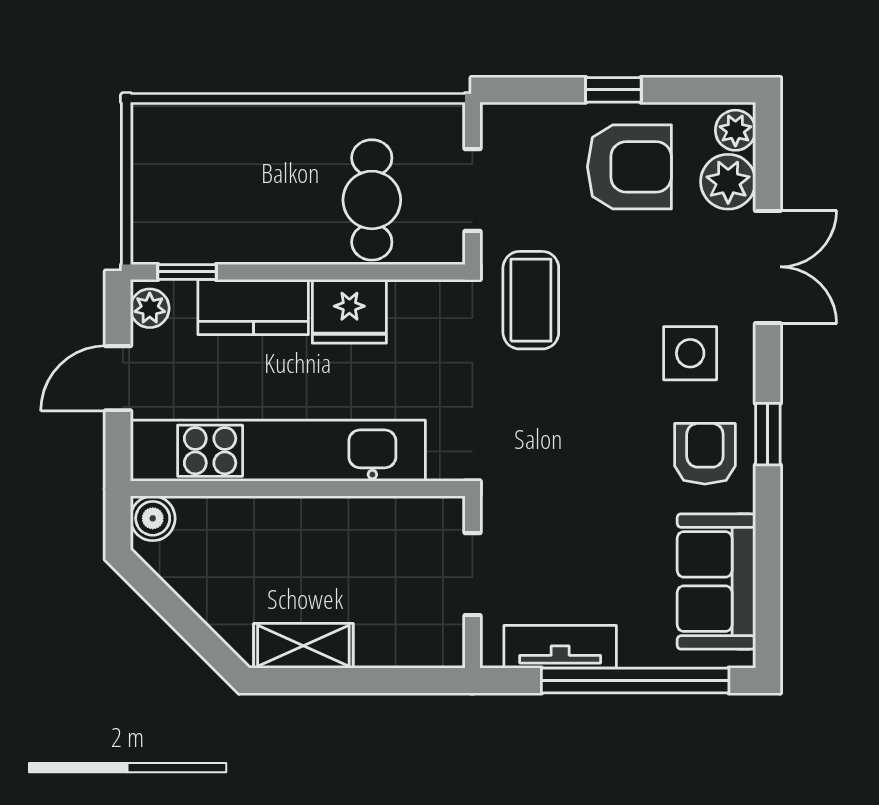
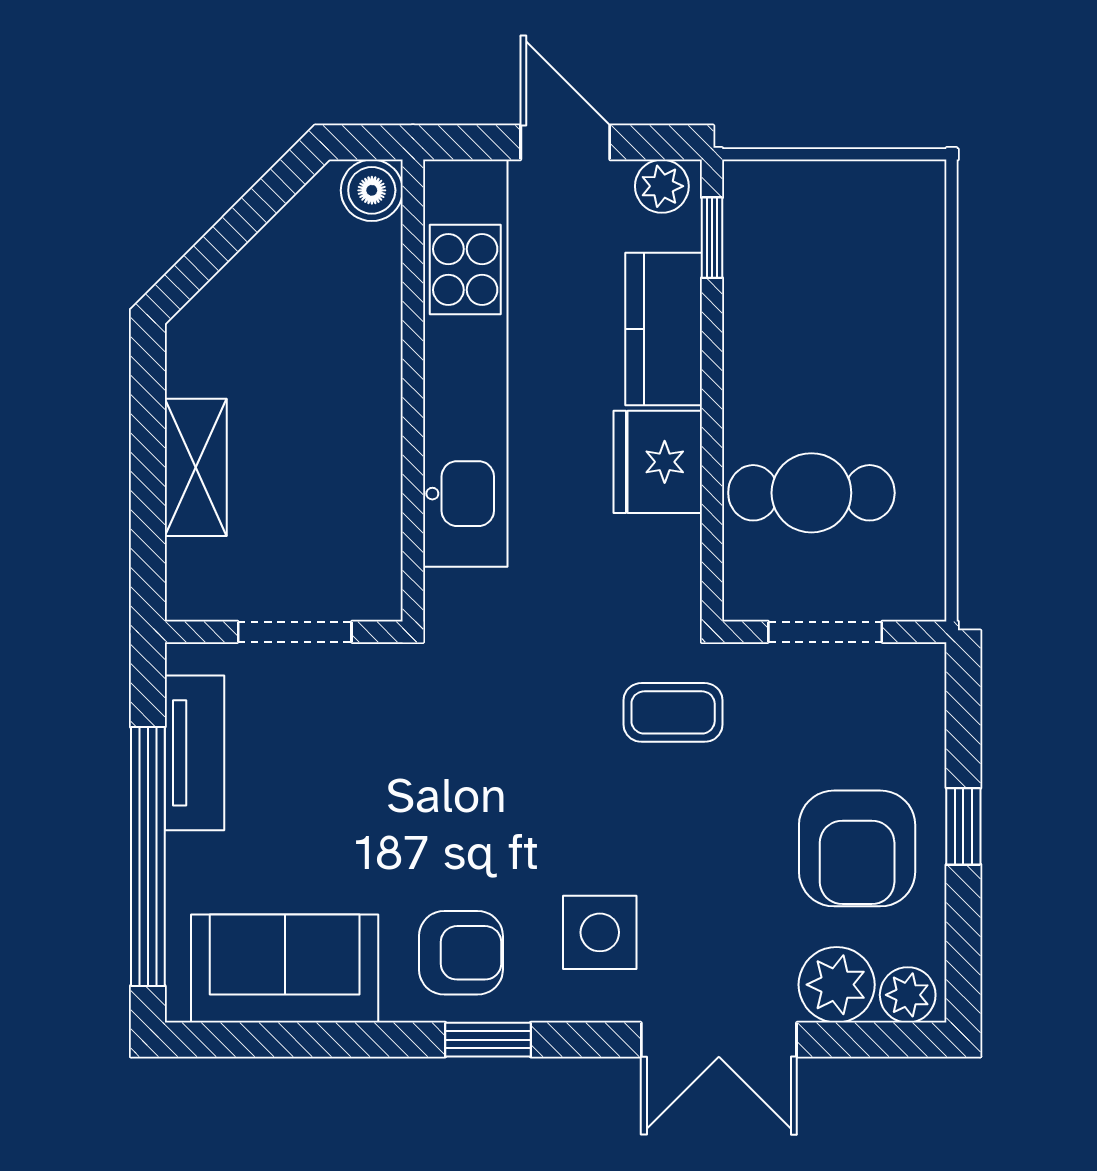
coffee table: (531, 300) -> (673, 712), width x0.73, depth x0.77
shelving: (303, 646) -> (196, 467), moved

